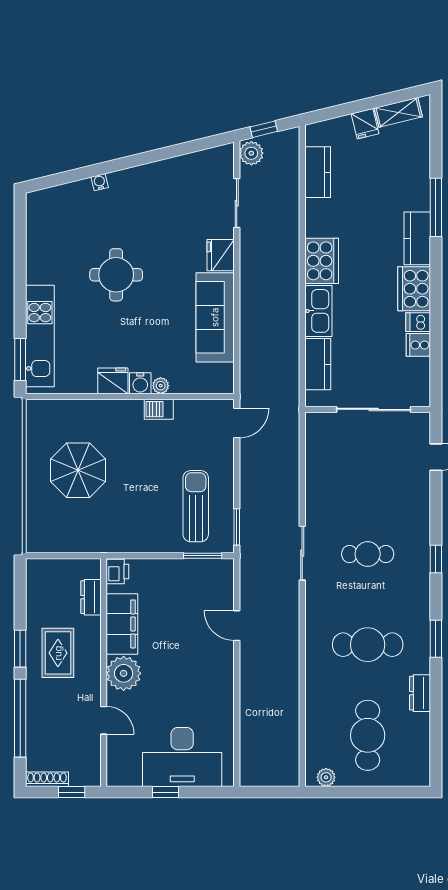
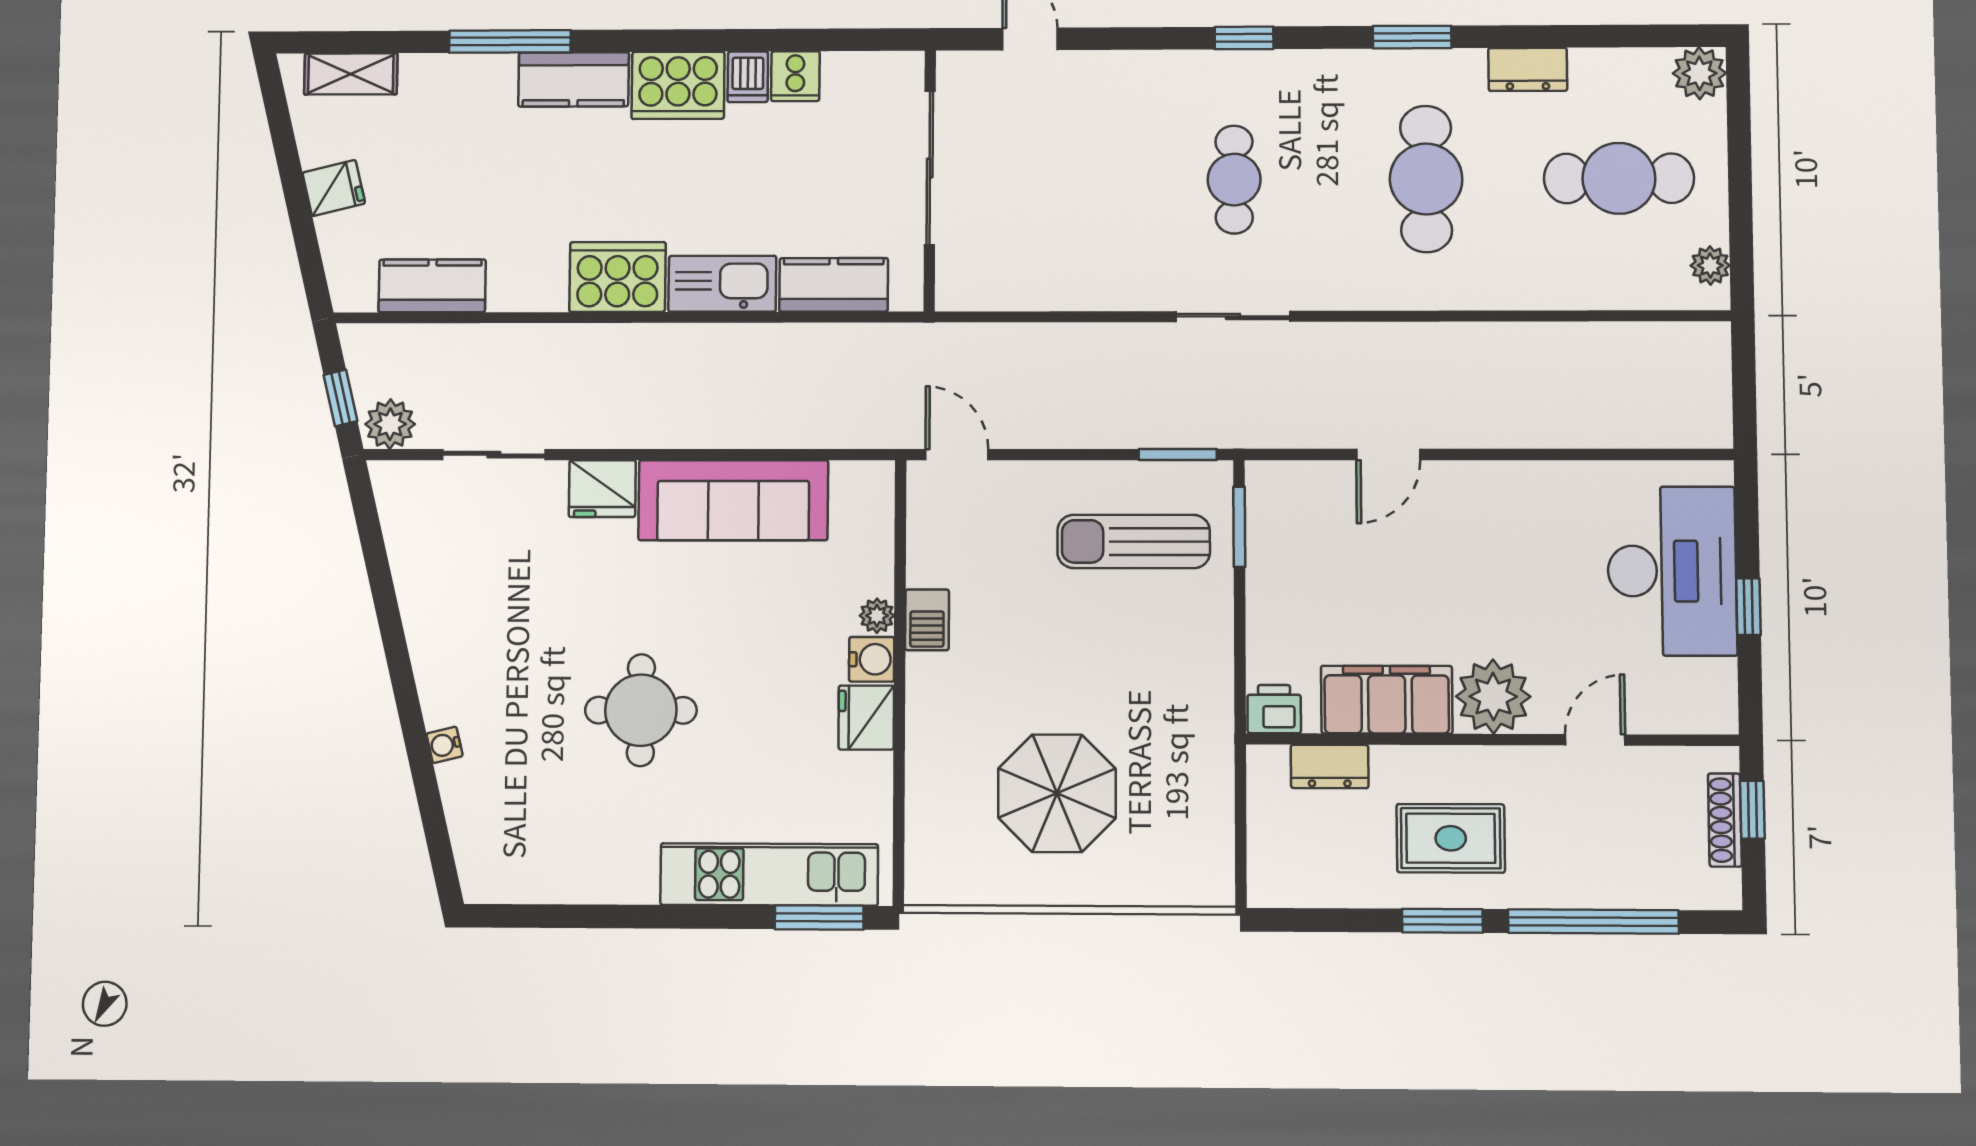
shelving: (398, 112) -> (351, 74), moved, turned -76
plant: (418, 774) -> (1699, 73), added
shoe rack: (47, 779) -> (1725, 820), moved

